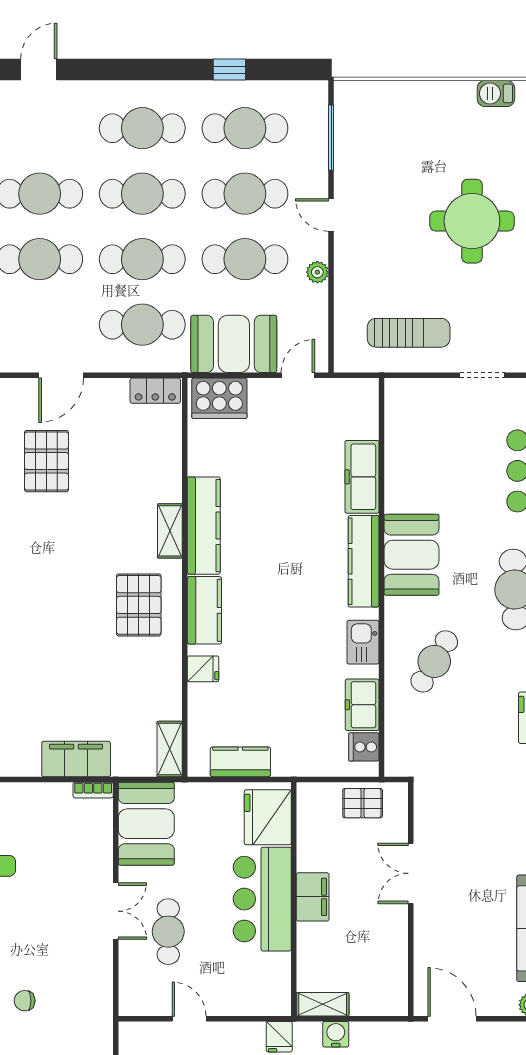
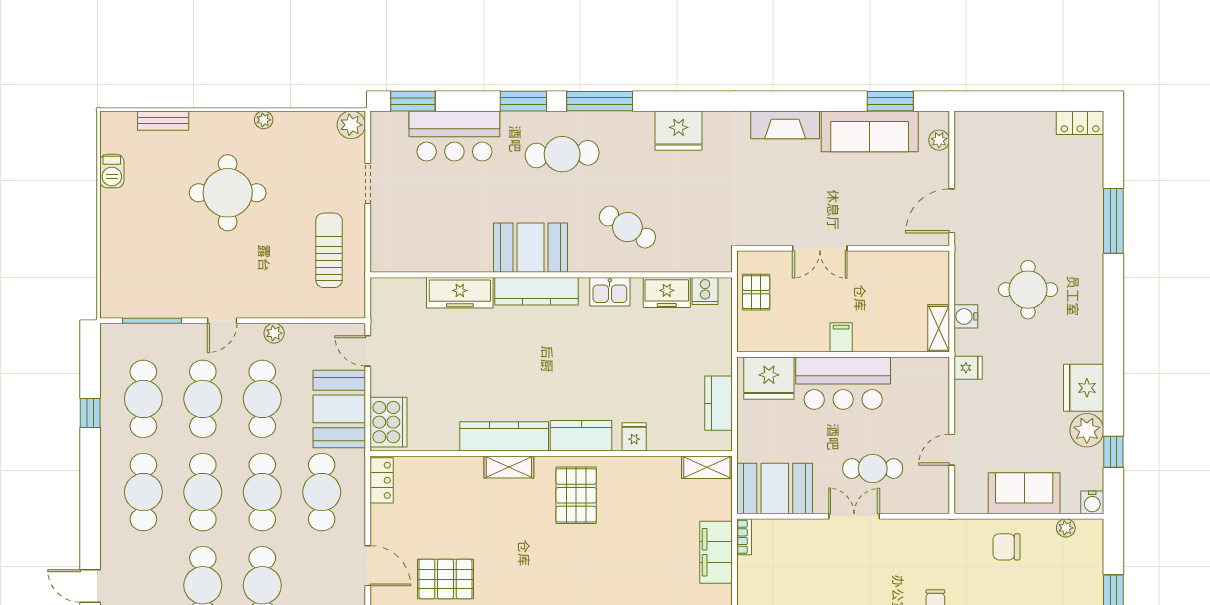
pallet: (139, 605) -> (576, 495), turned 90
filing cabinet: (313, 897) -> (841, 337), width x0.50

